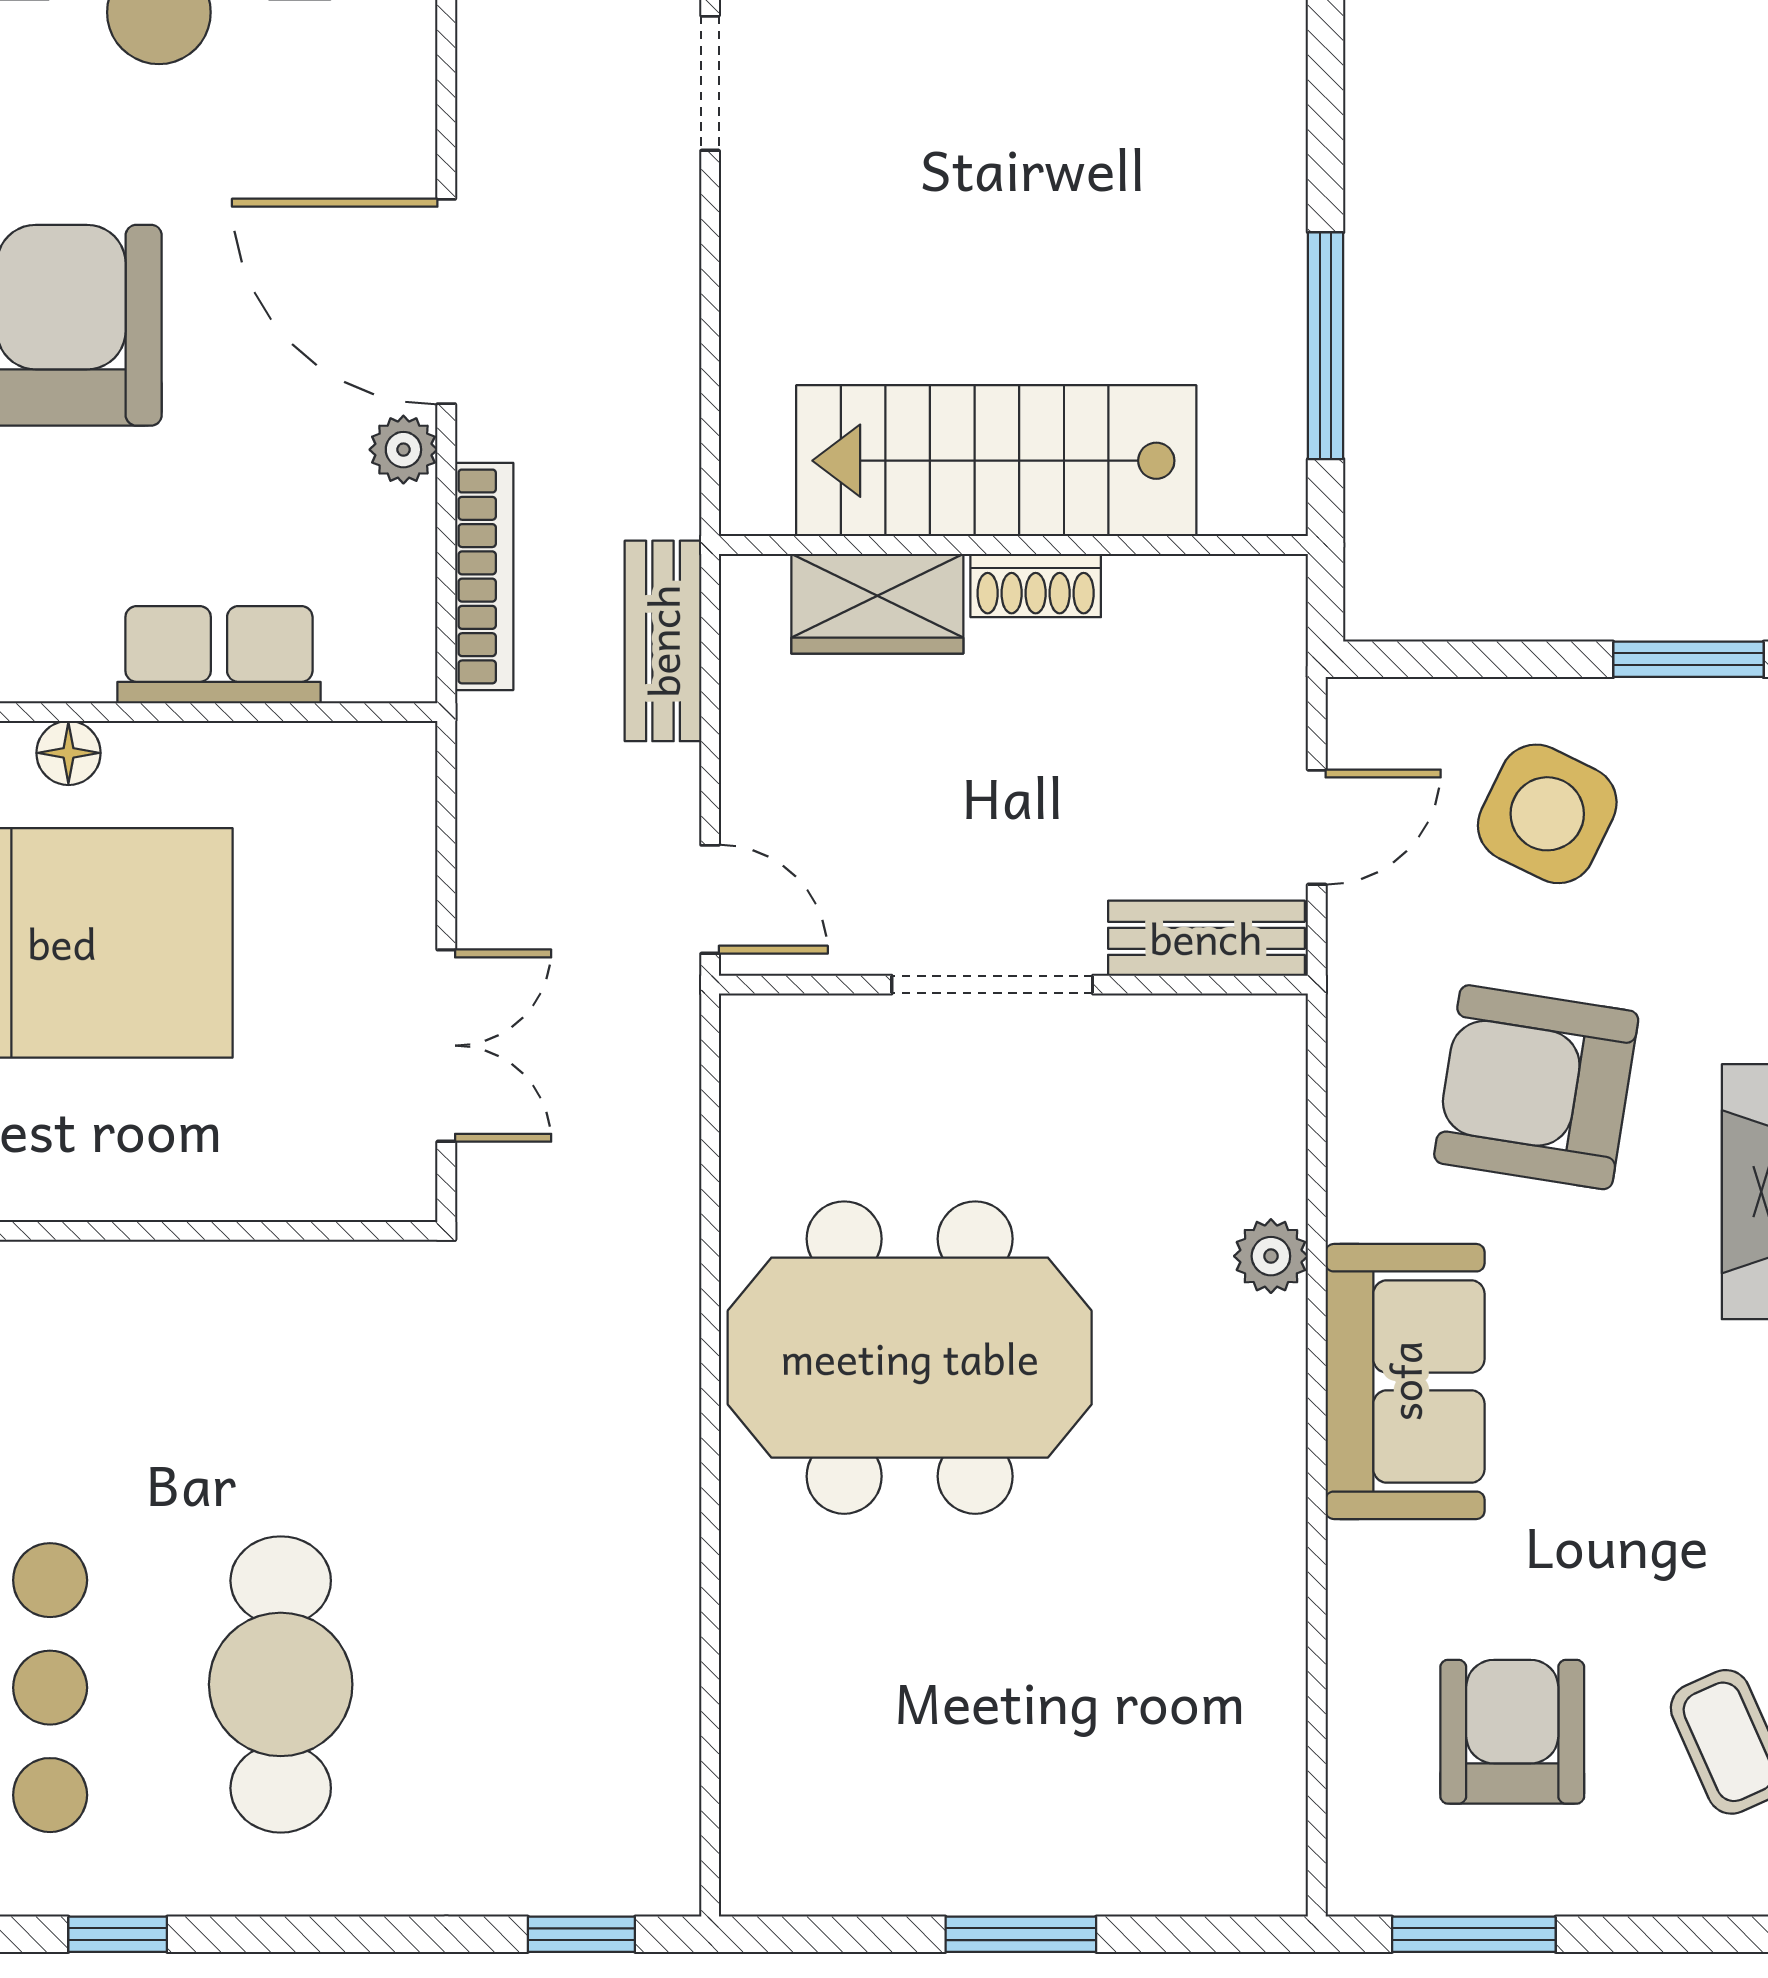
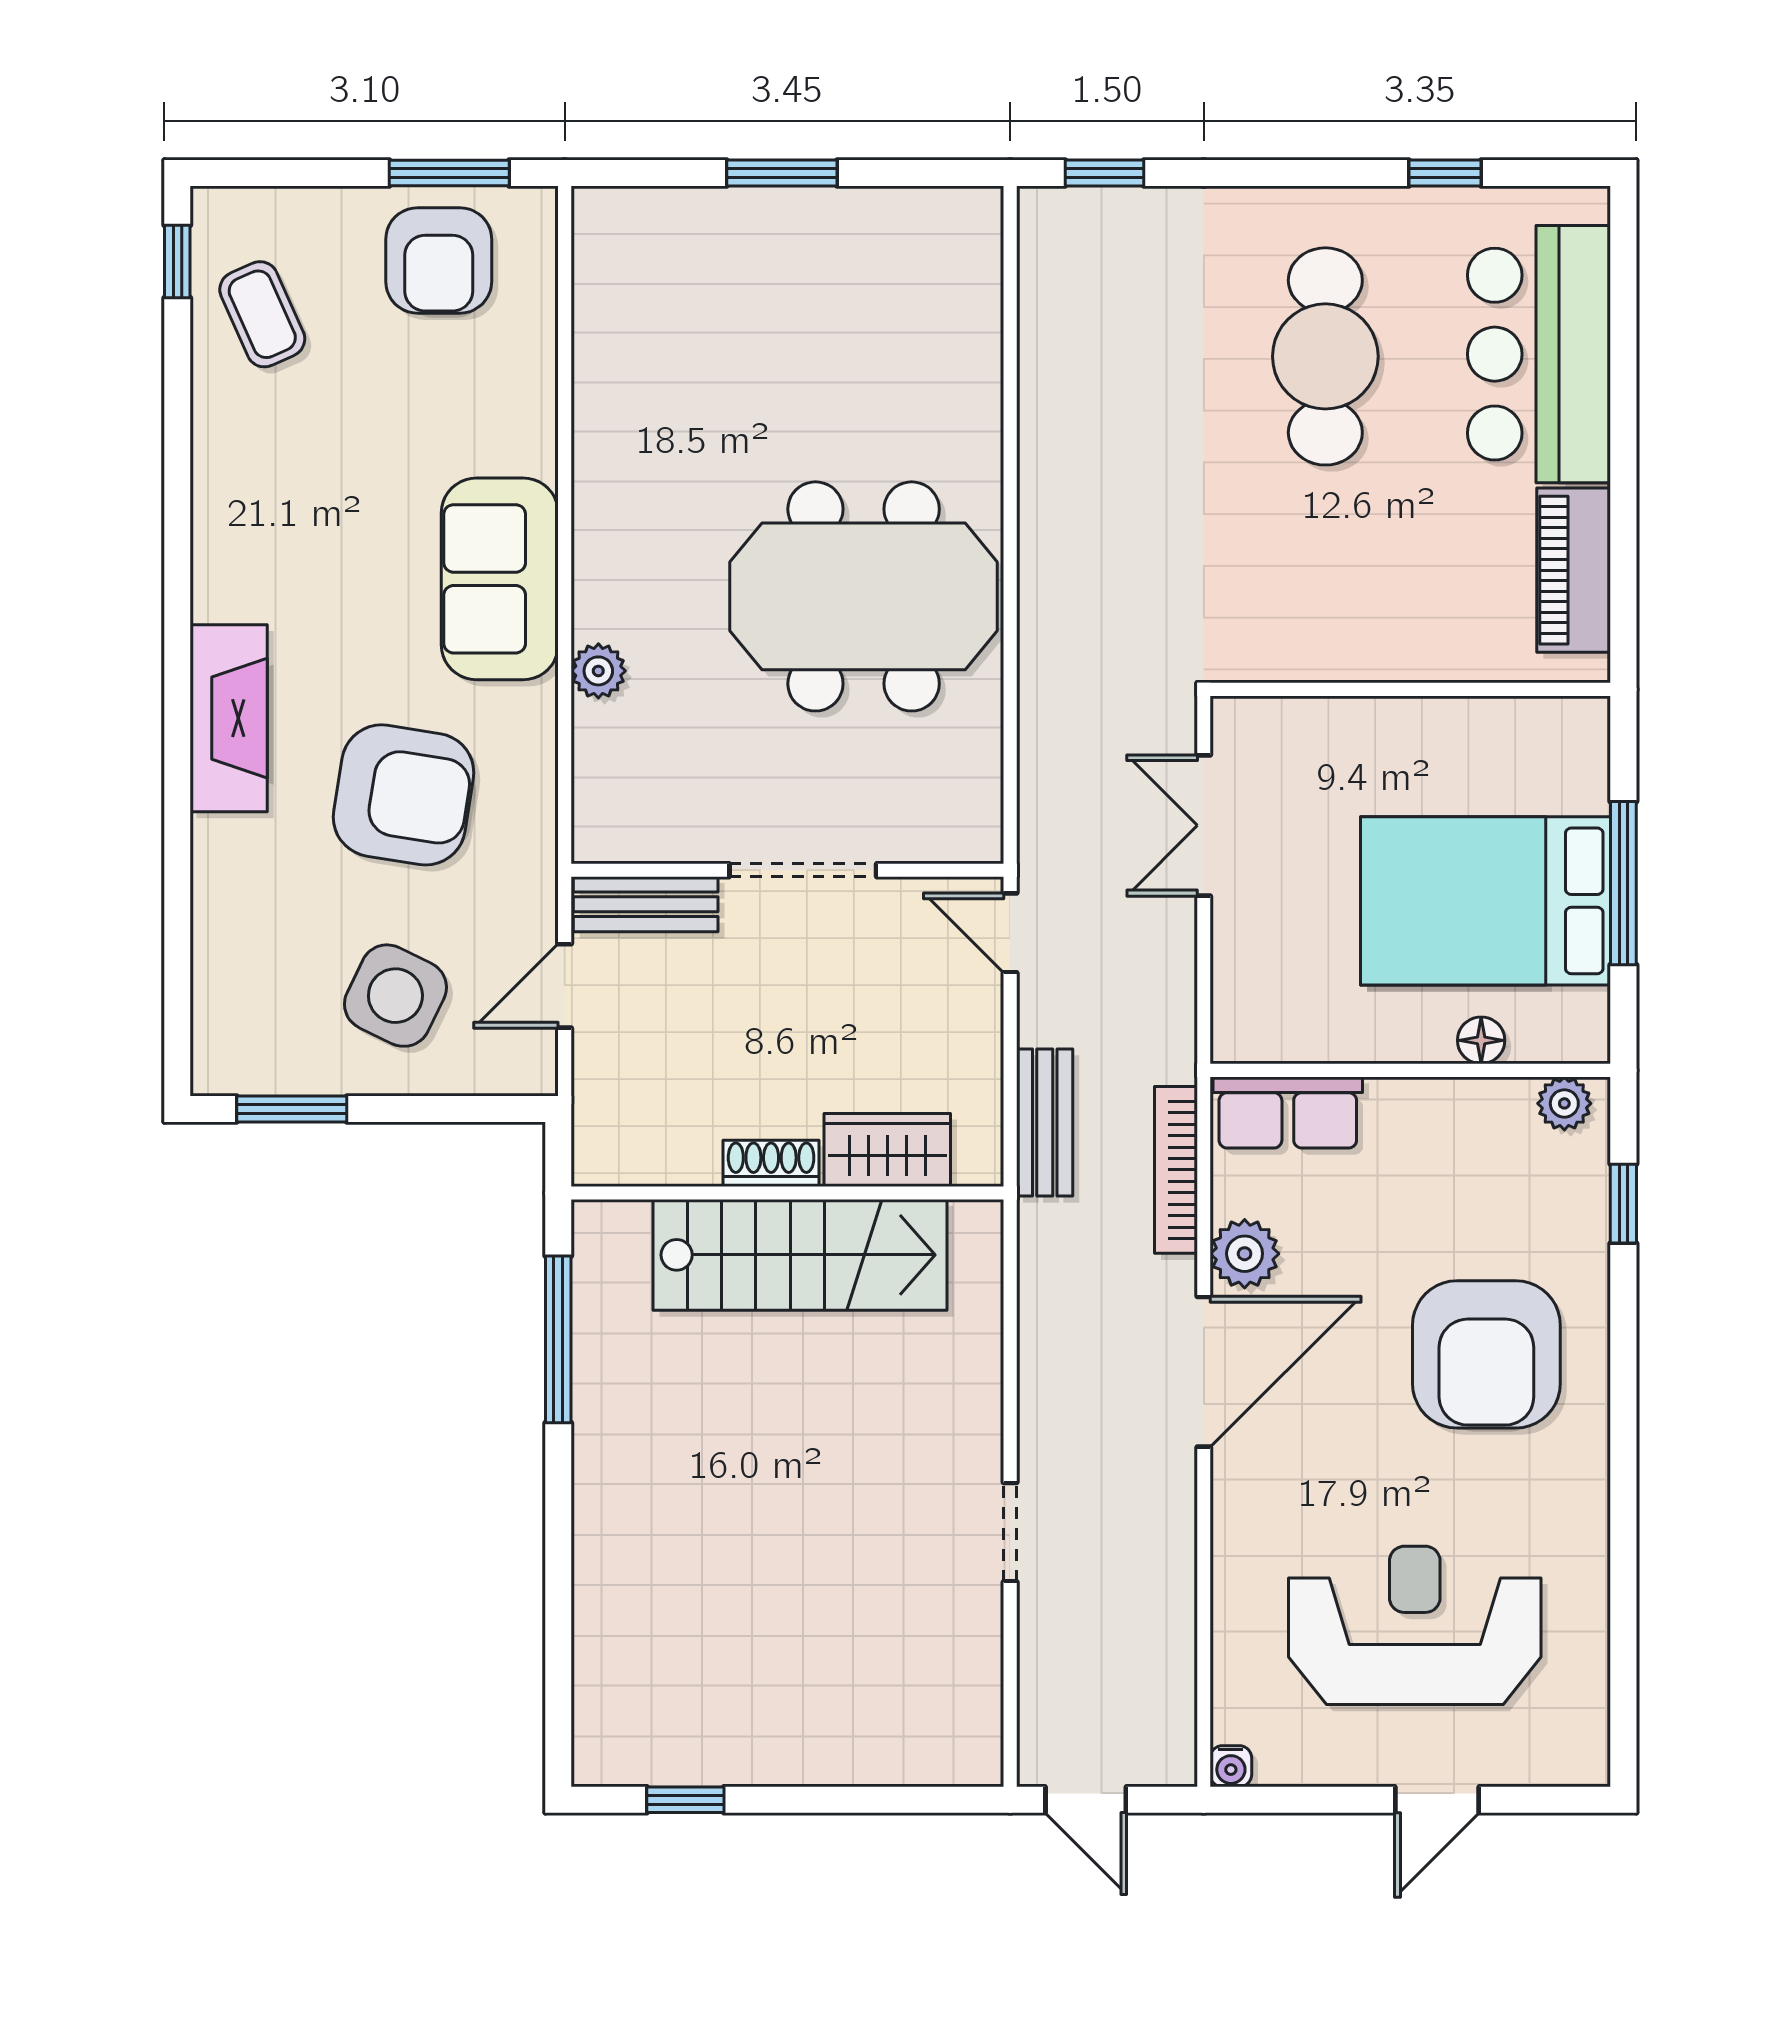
door: (446, 302) -> (1204, 1372), hinge flipped
plant: (403, 450) -> (1245, 1254), width x1.38, depth x1.38
row of seats: (219, 655) -> (1288, 1112), moved
armchair: (1512, 1732) -> (439, 260), moved

